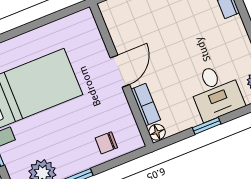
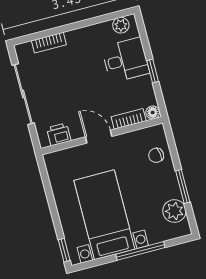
printer: (117, 23) -> (59, 134), added
chair: (106, 143) -> (156, 155), turned 81

